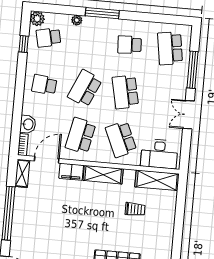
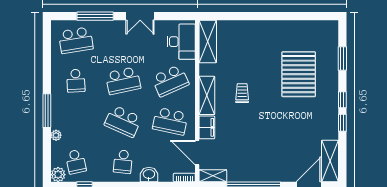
washbasin: (28, 124) -> (149, 174), moved
trolley: (135, 209) -> (242, 93), moved

